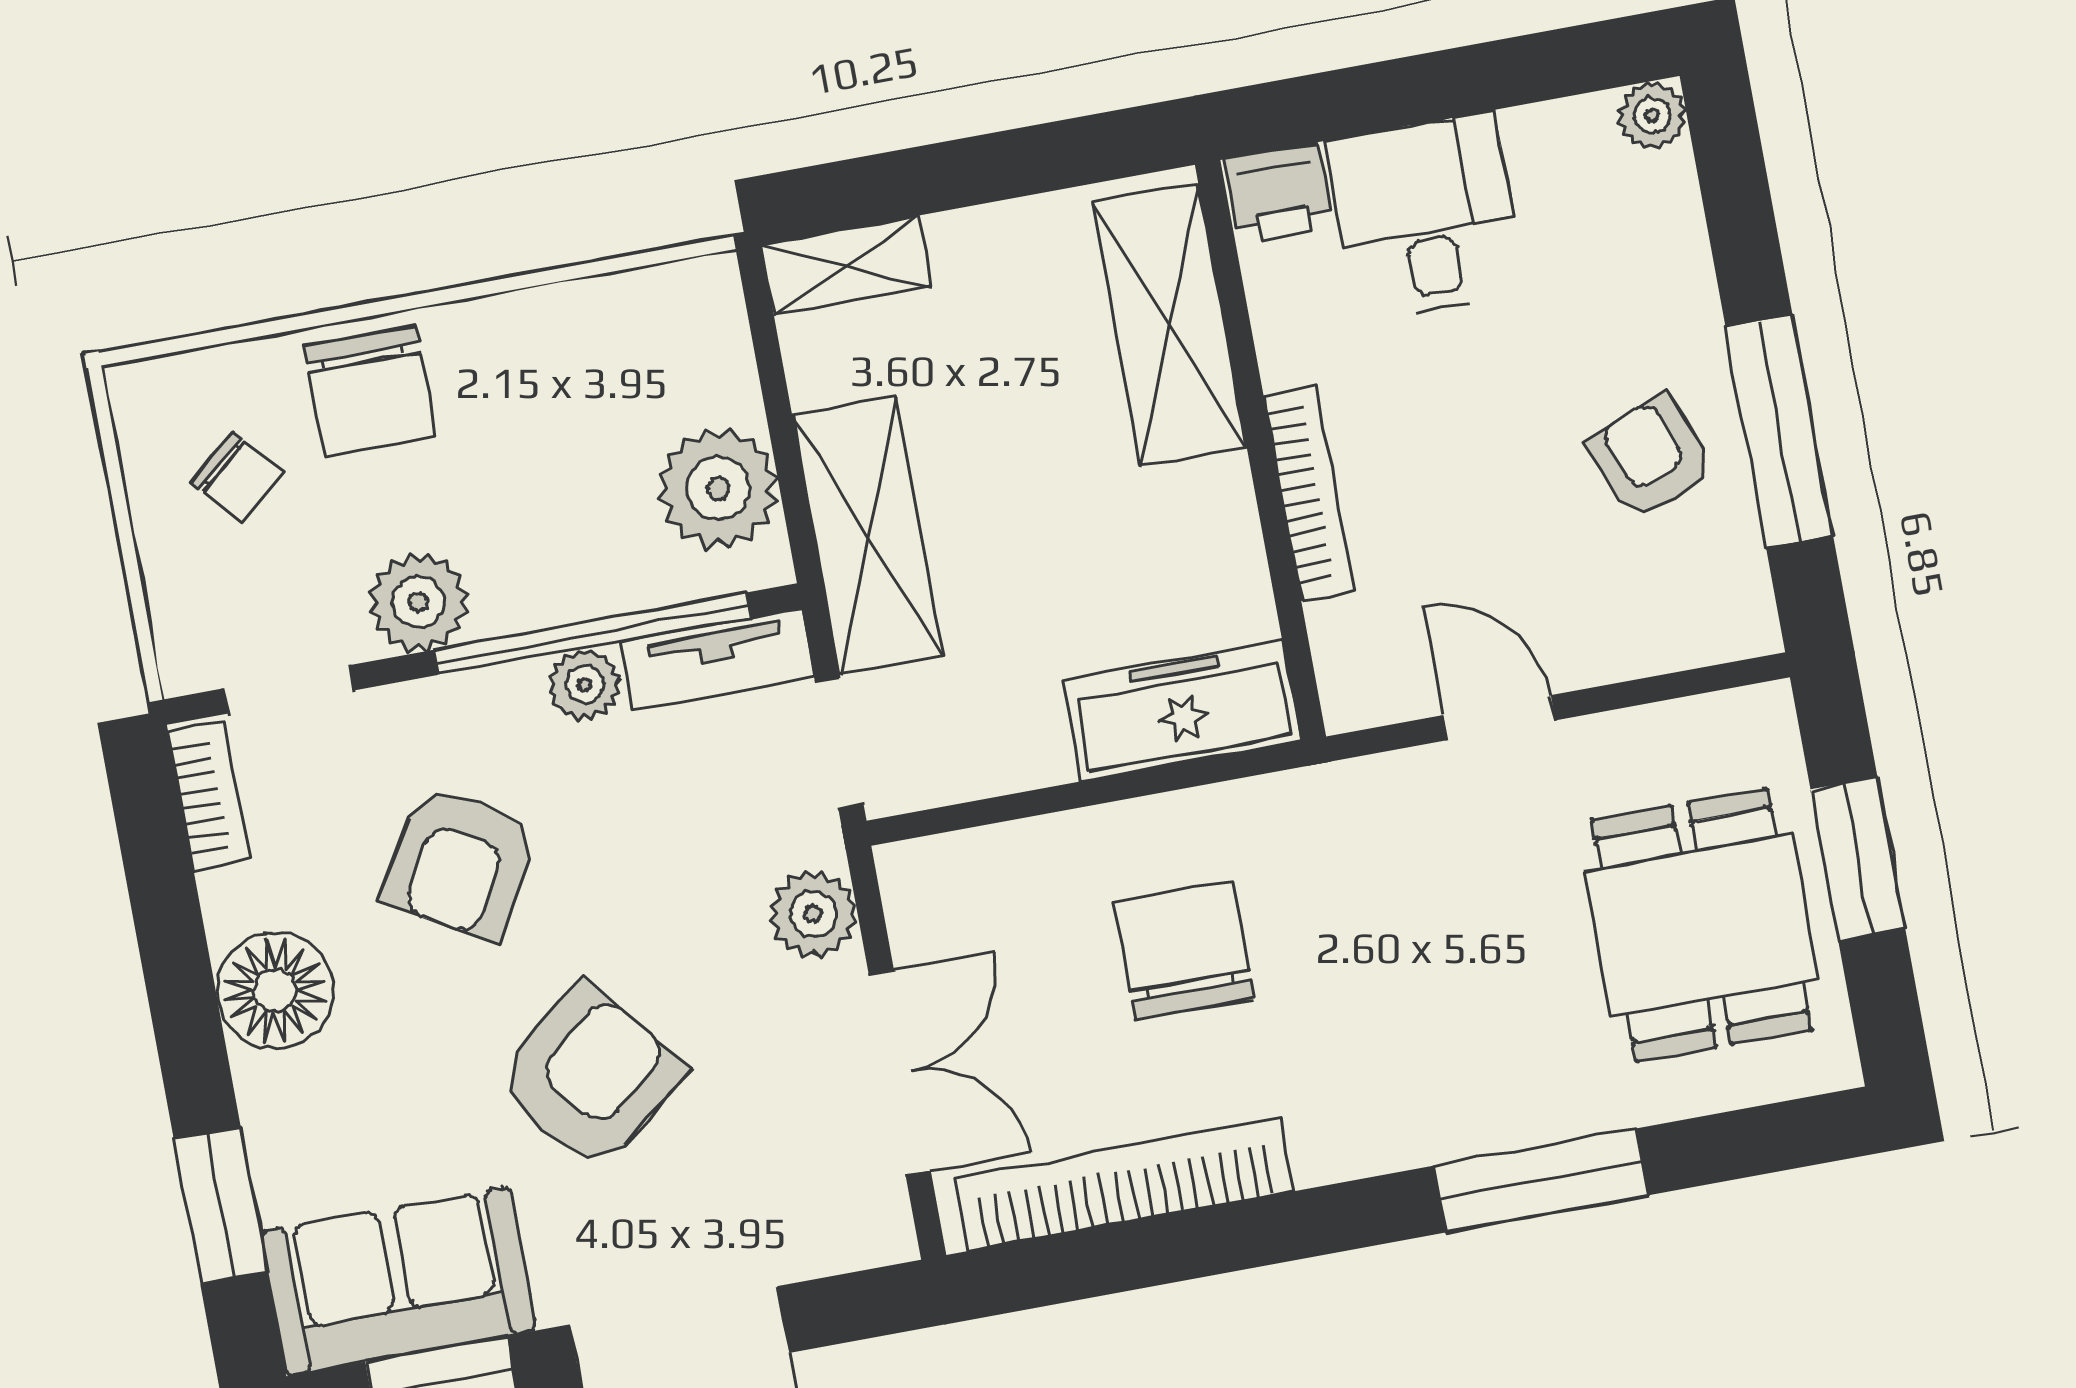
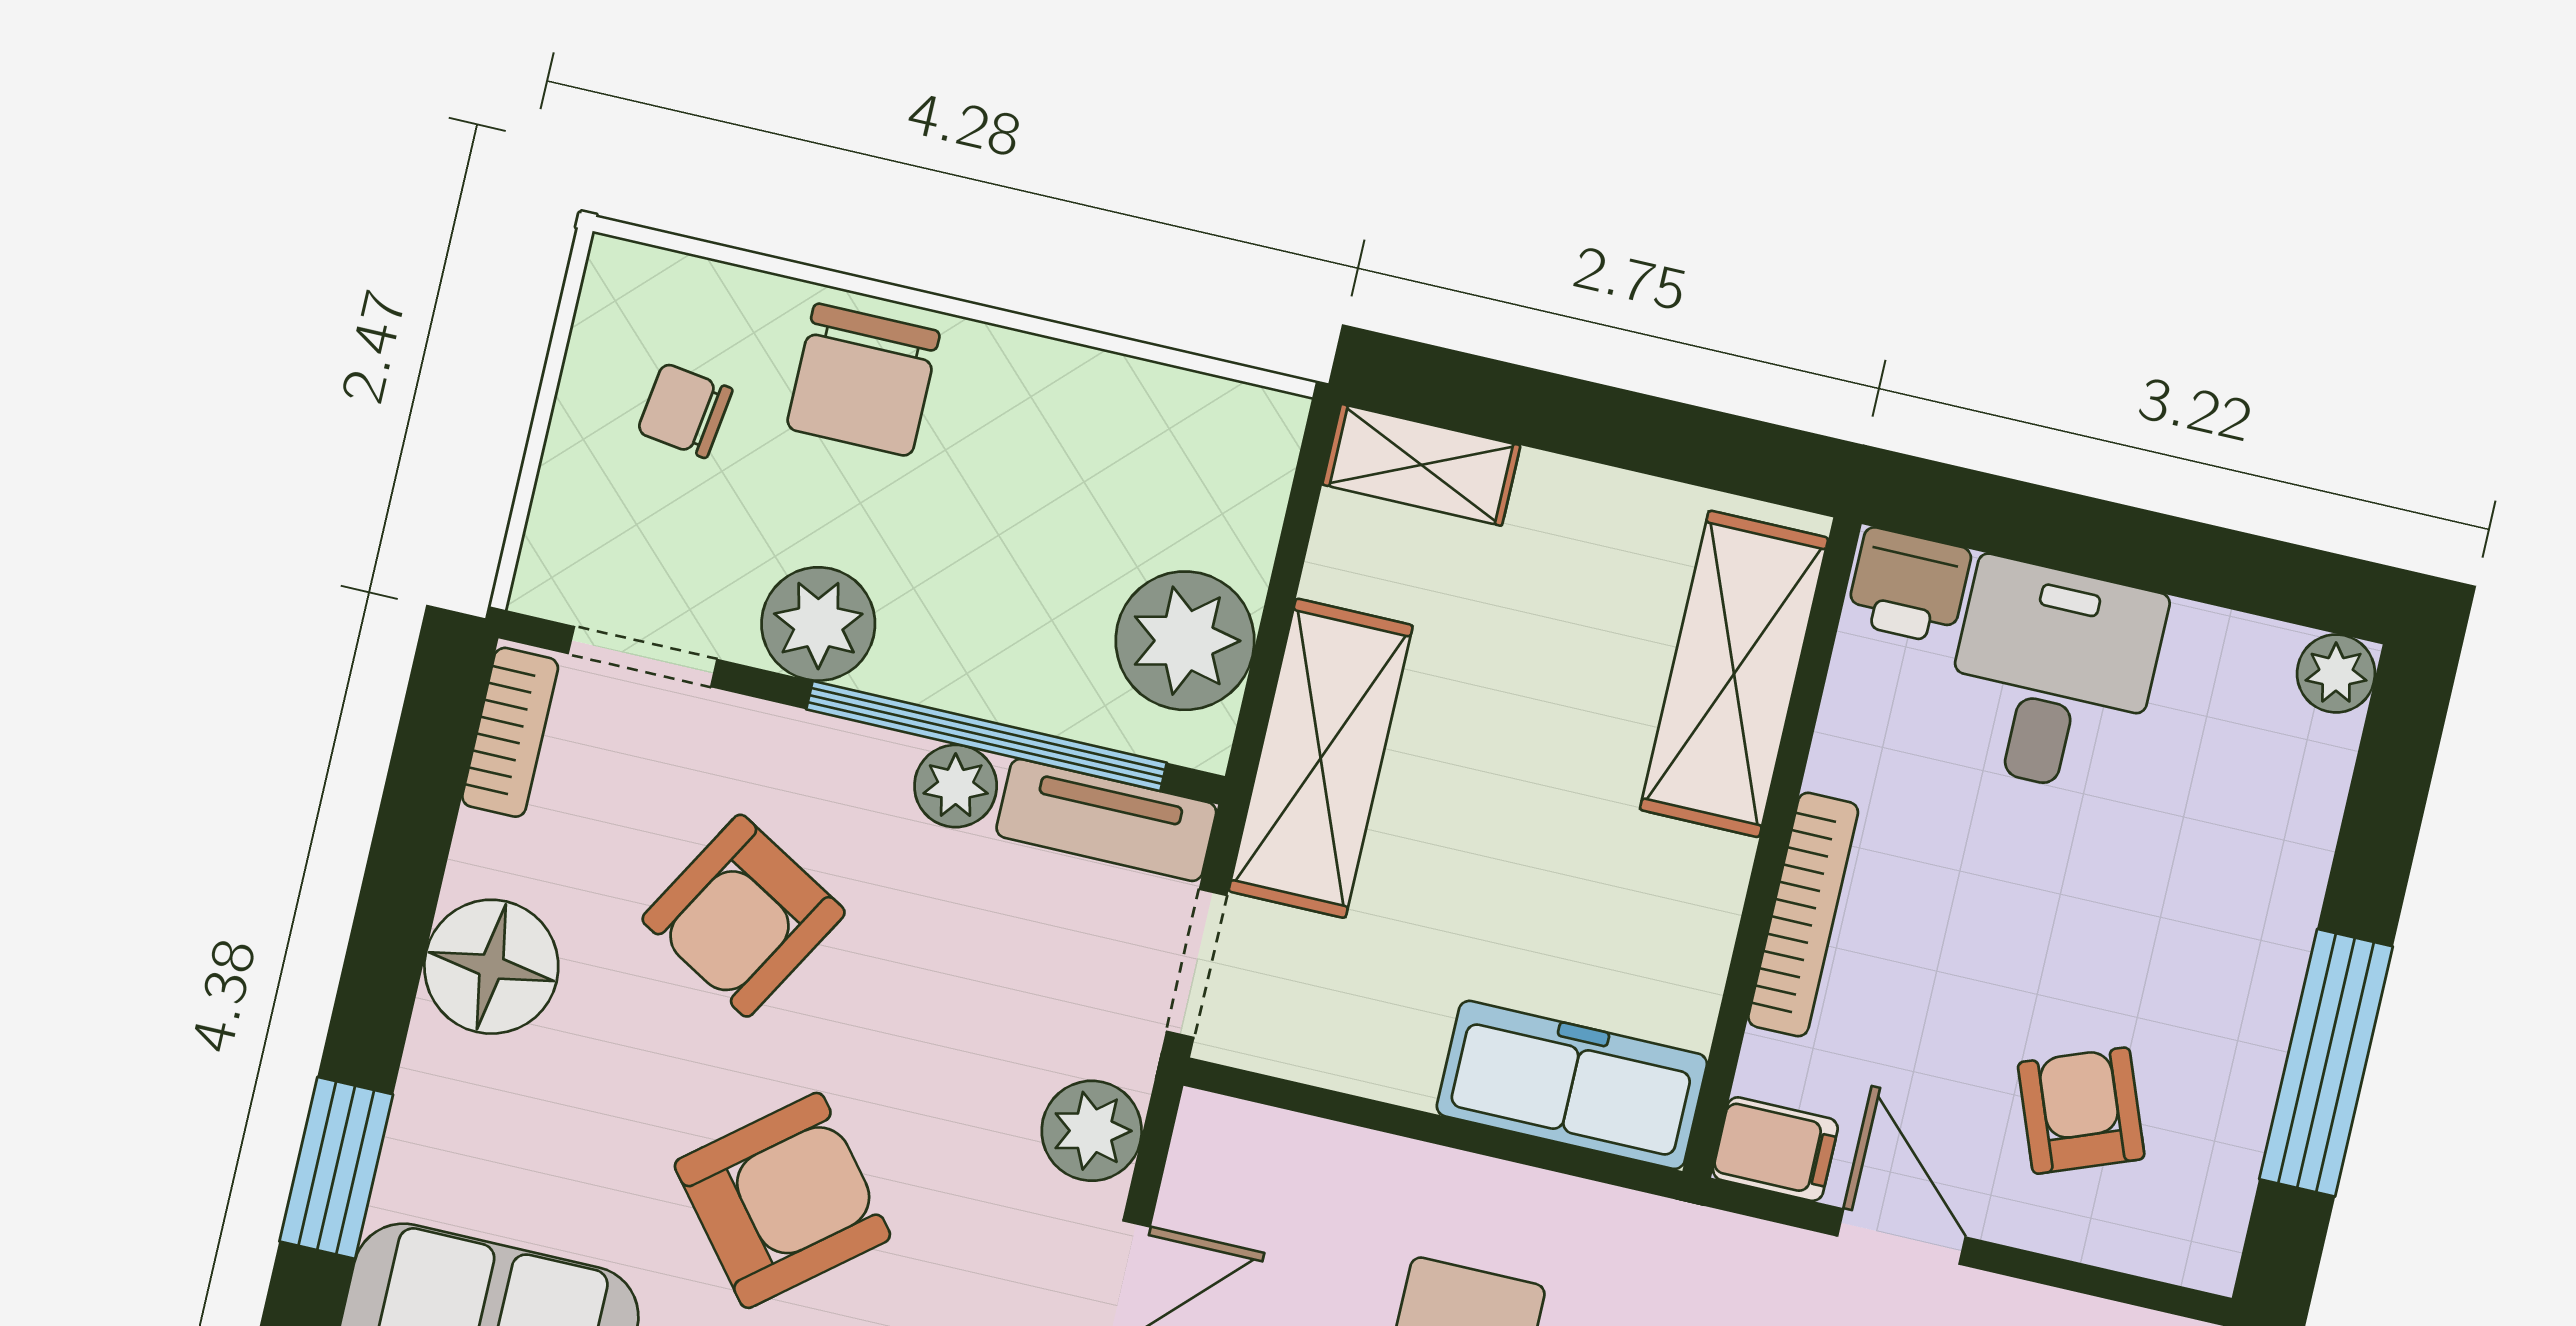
armchair: (1650, 458) -> (2081, 1111), moved
chair: (237, 477) -> (685, 410), turned 138
filing cabinet: (1368, 691) -> (1775, 1149), added

